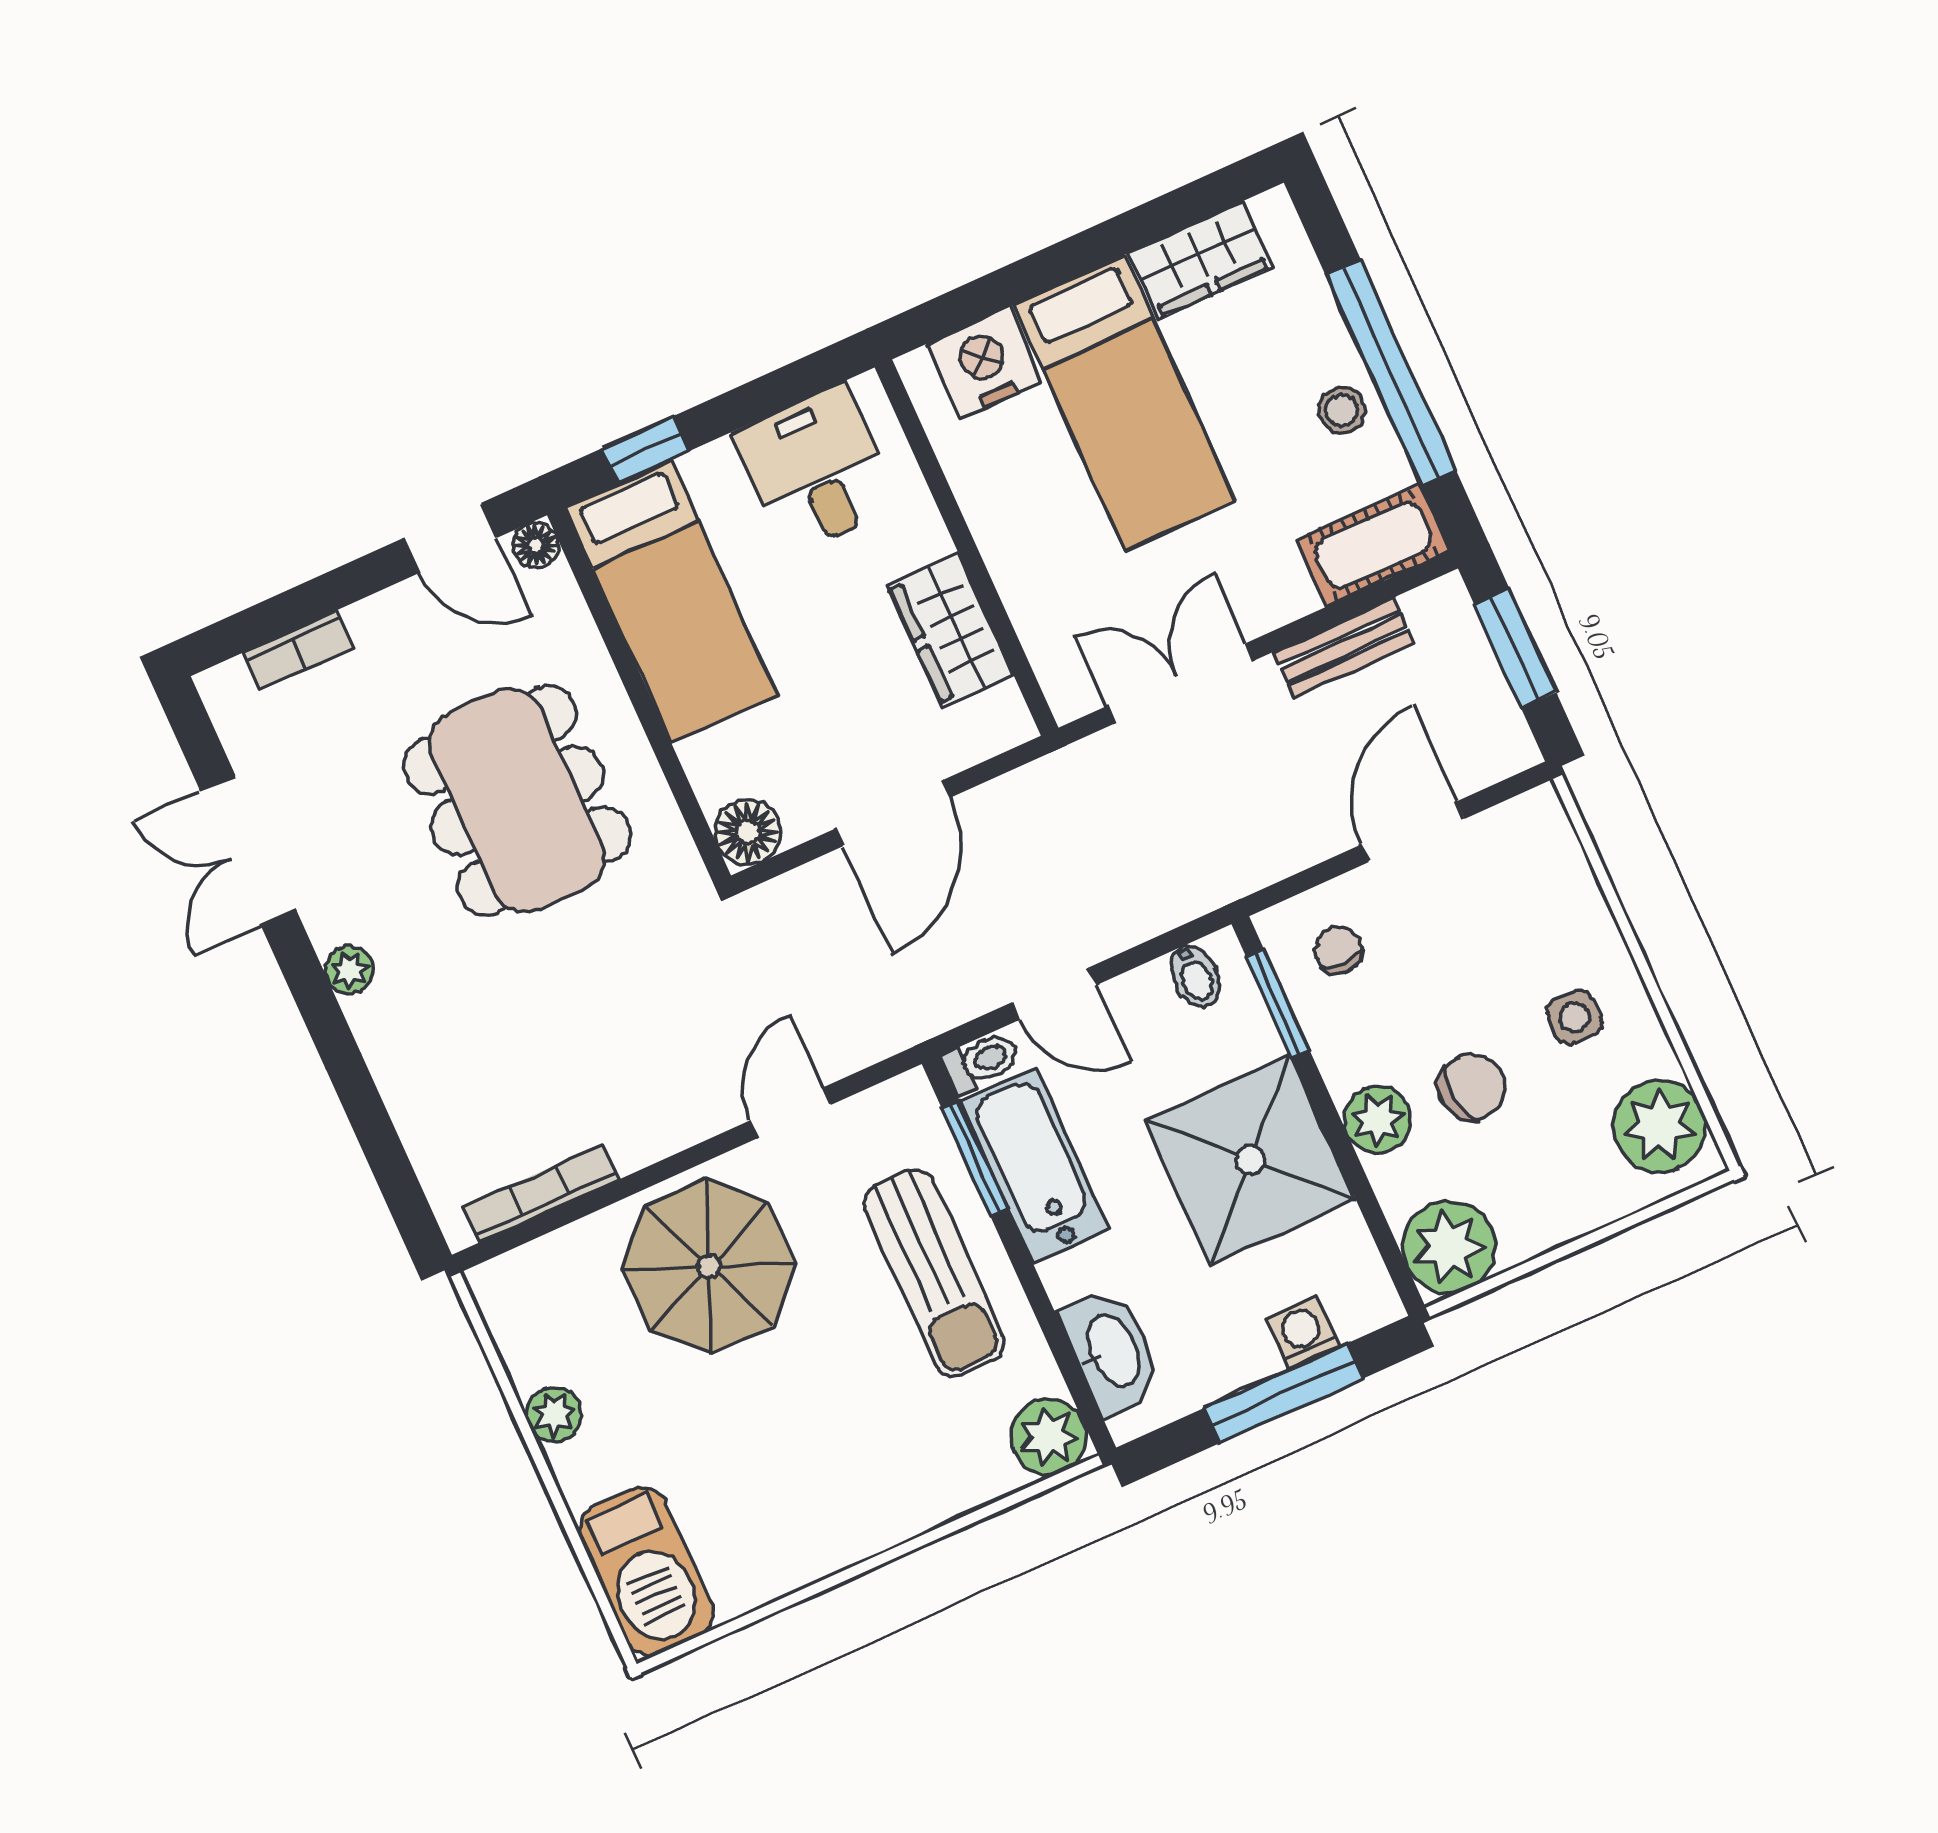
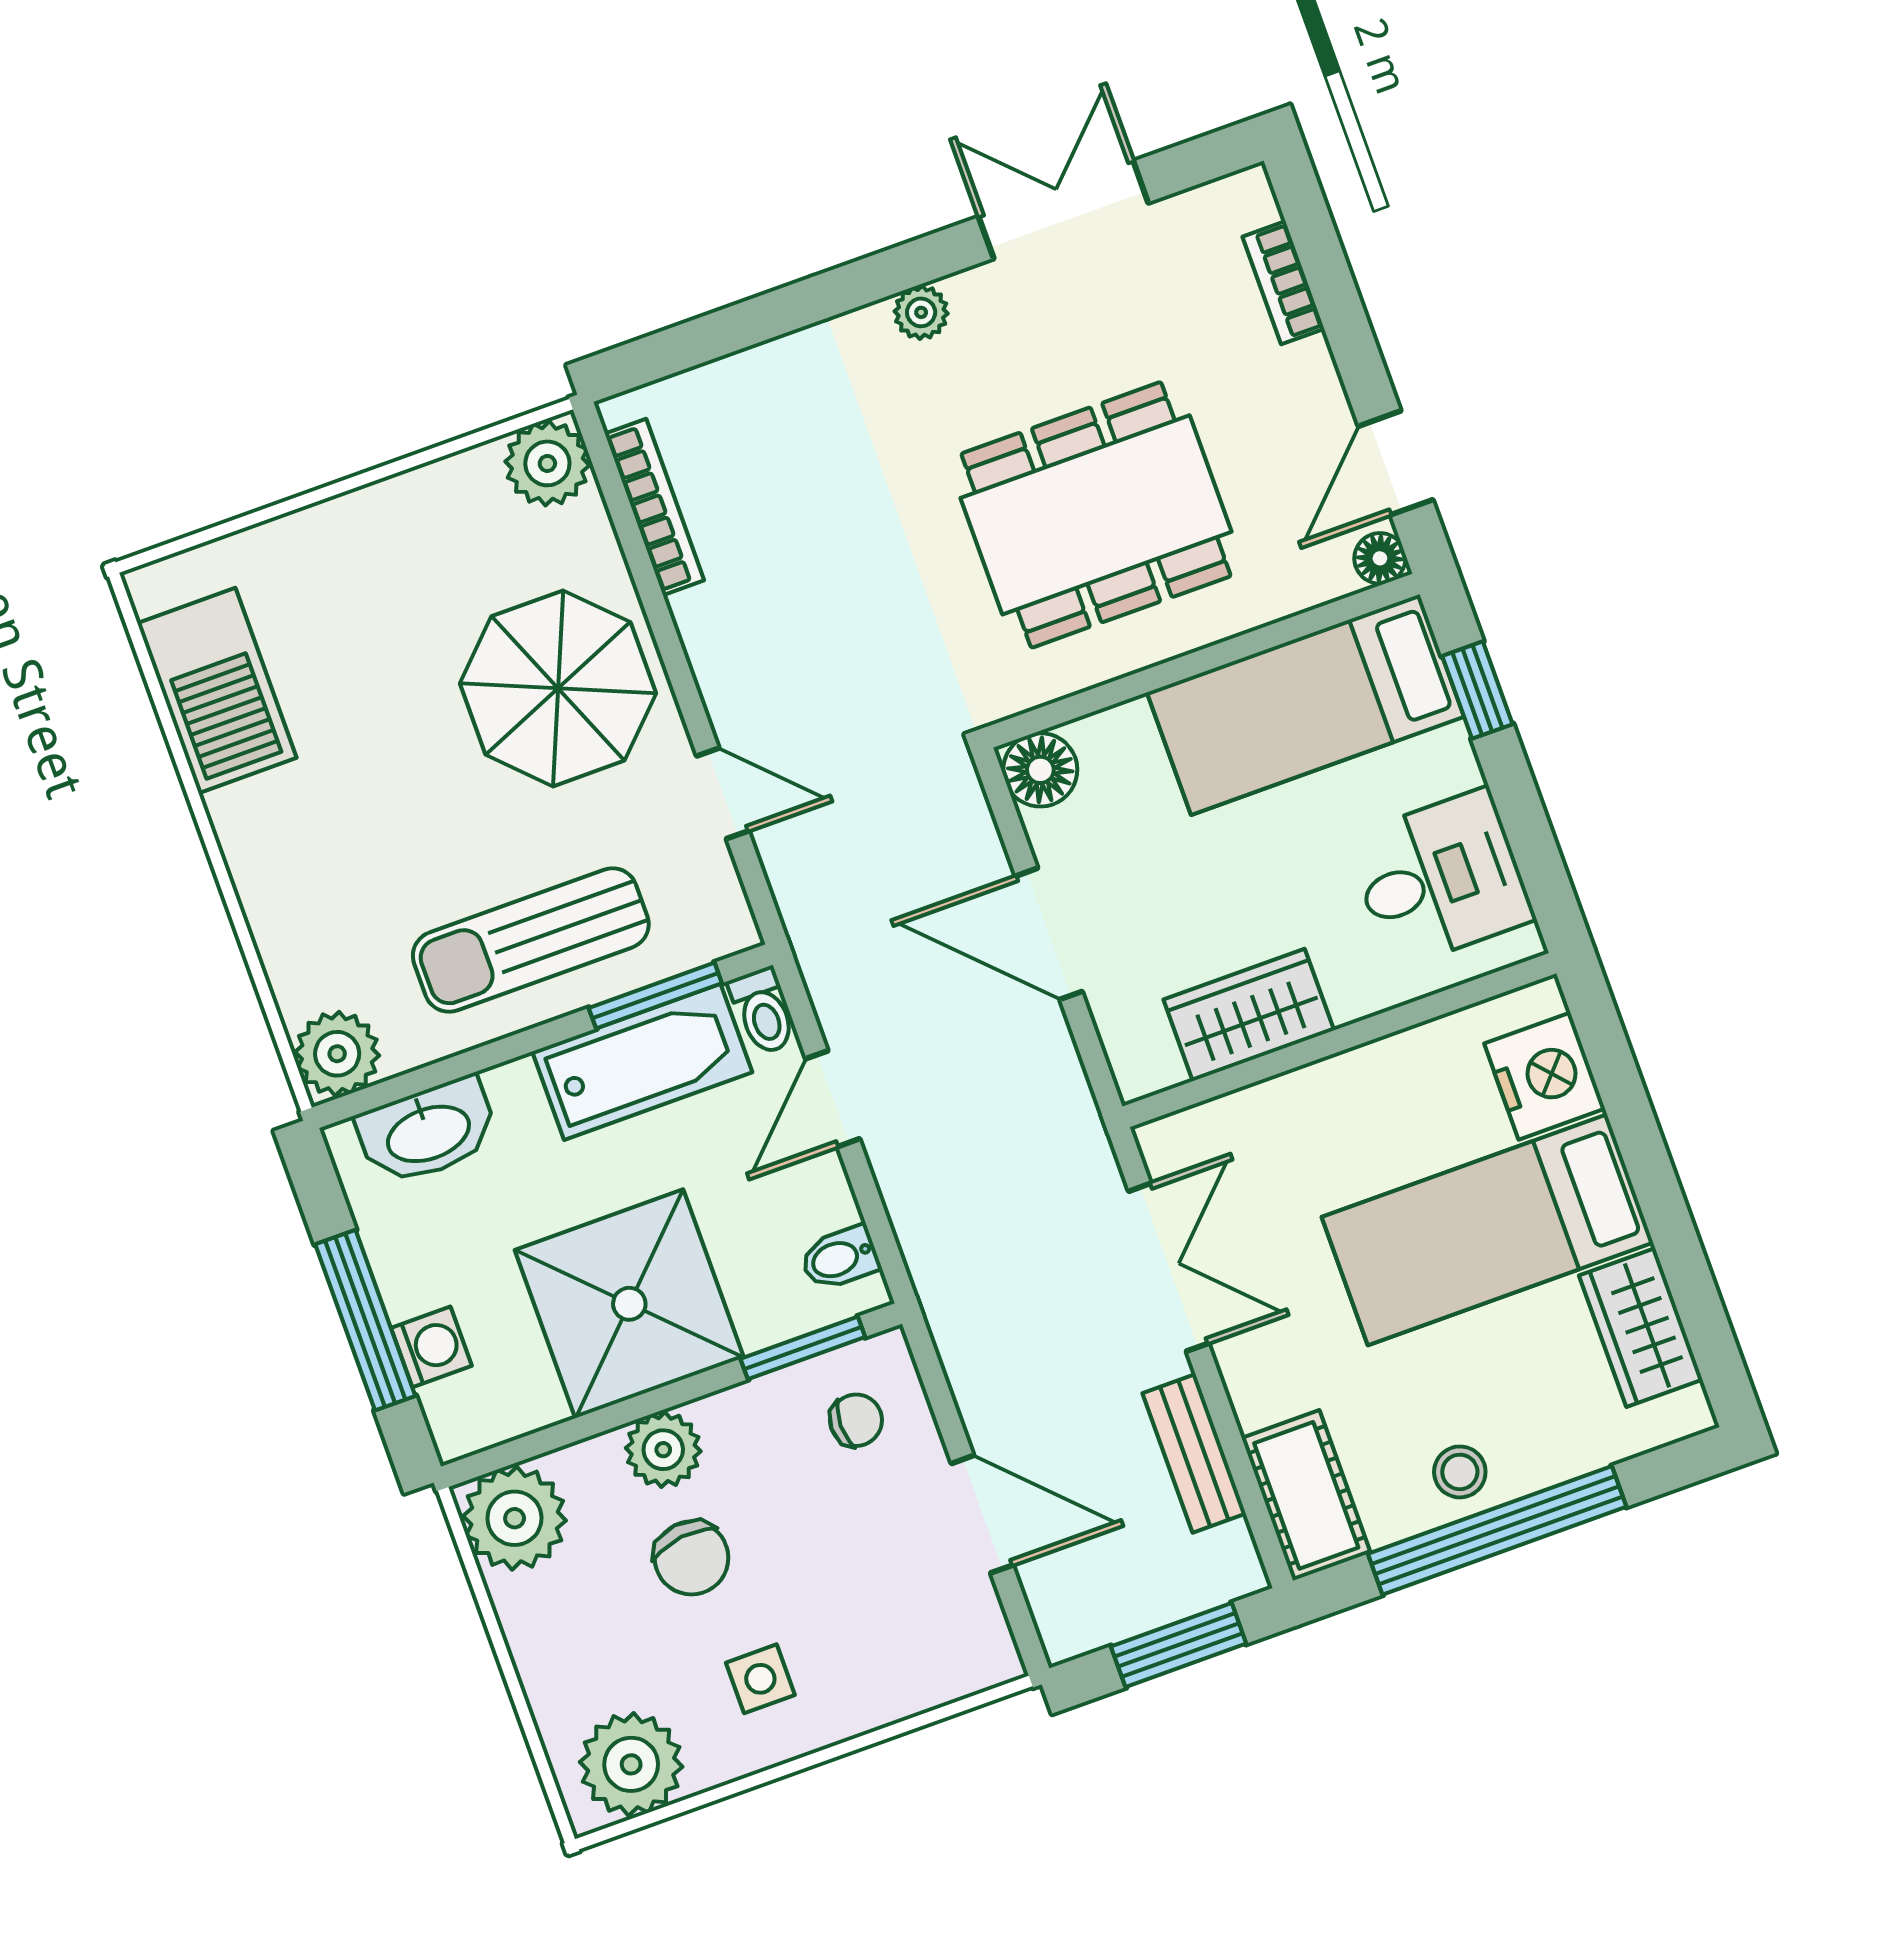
plant: (554, 1414) -> (547, 463), moved, width x1.38, depth x1.38
barbecue: (646, 1572) -> (217, 690), moved, turned -90

